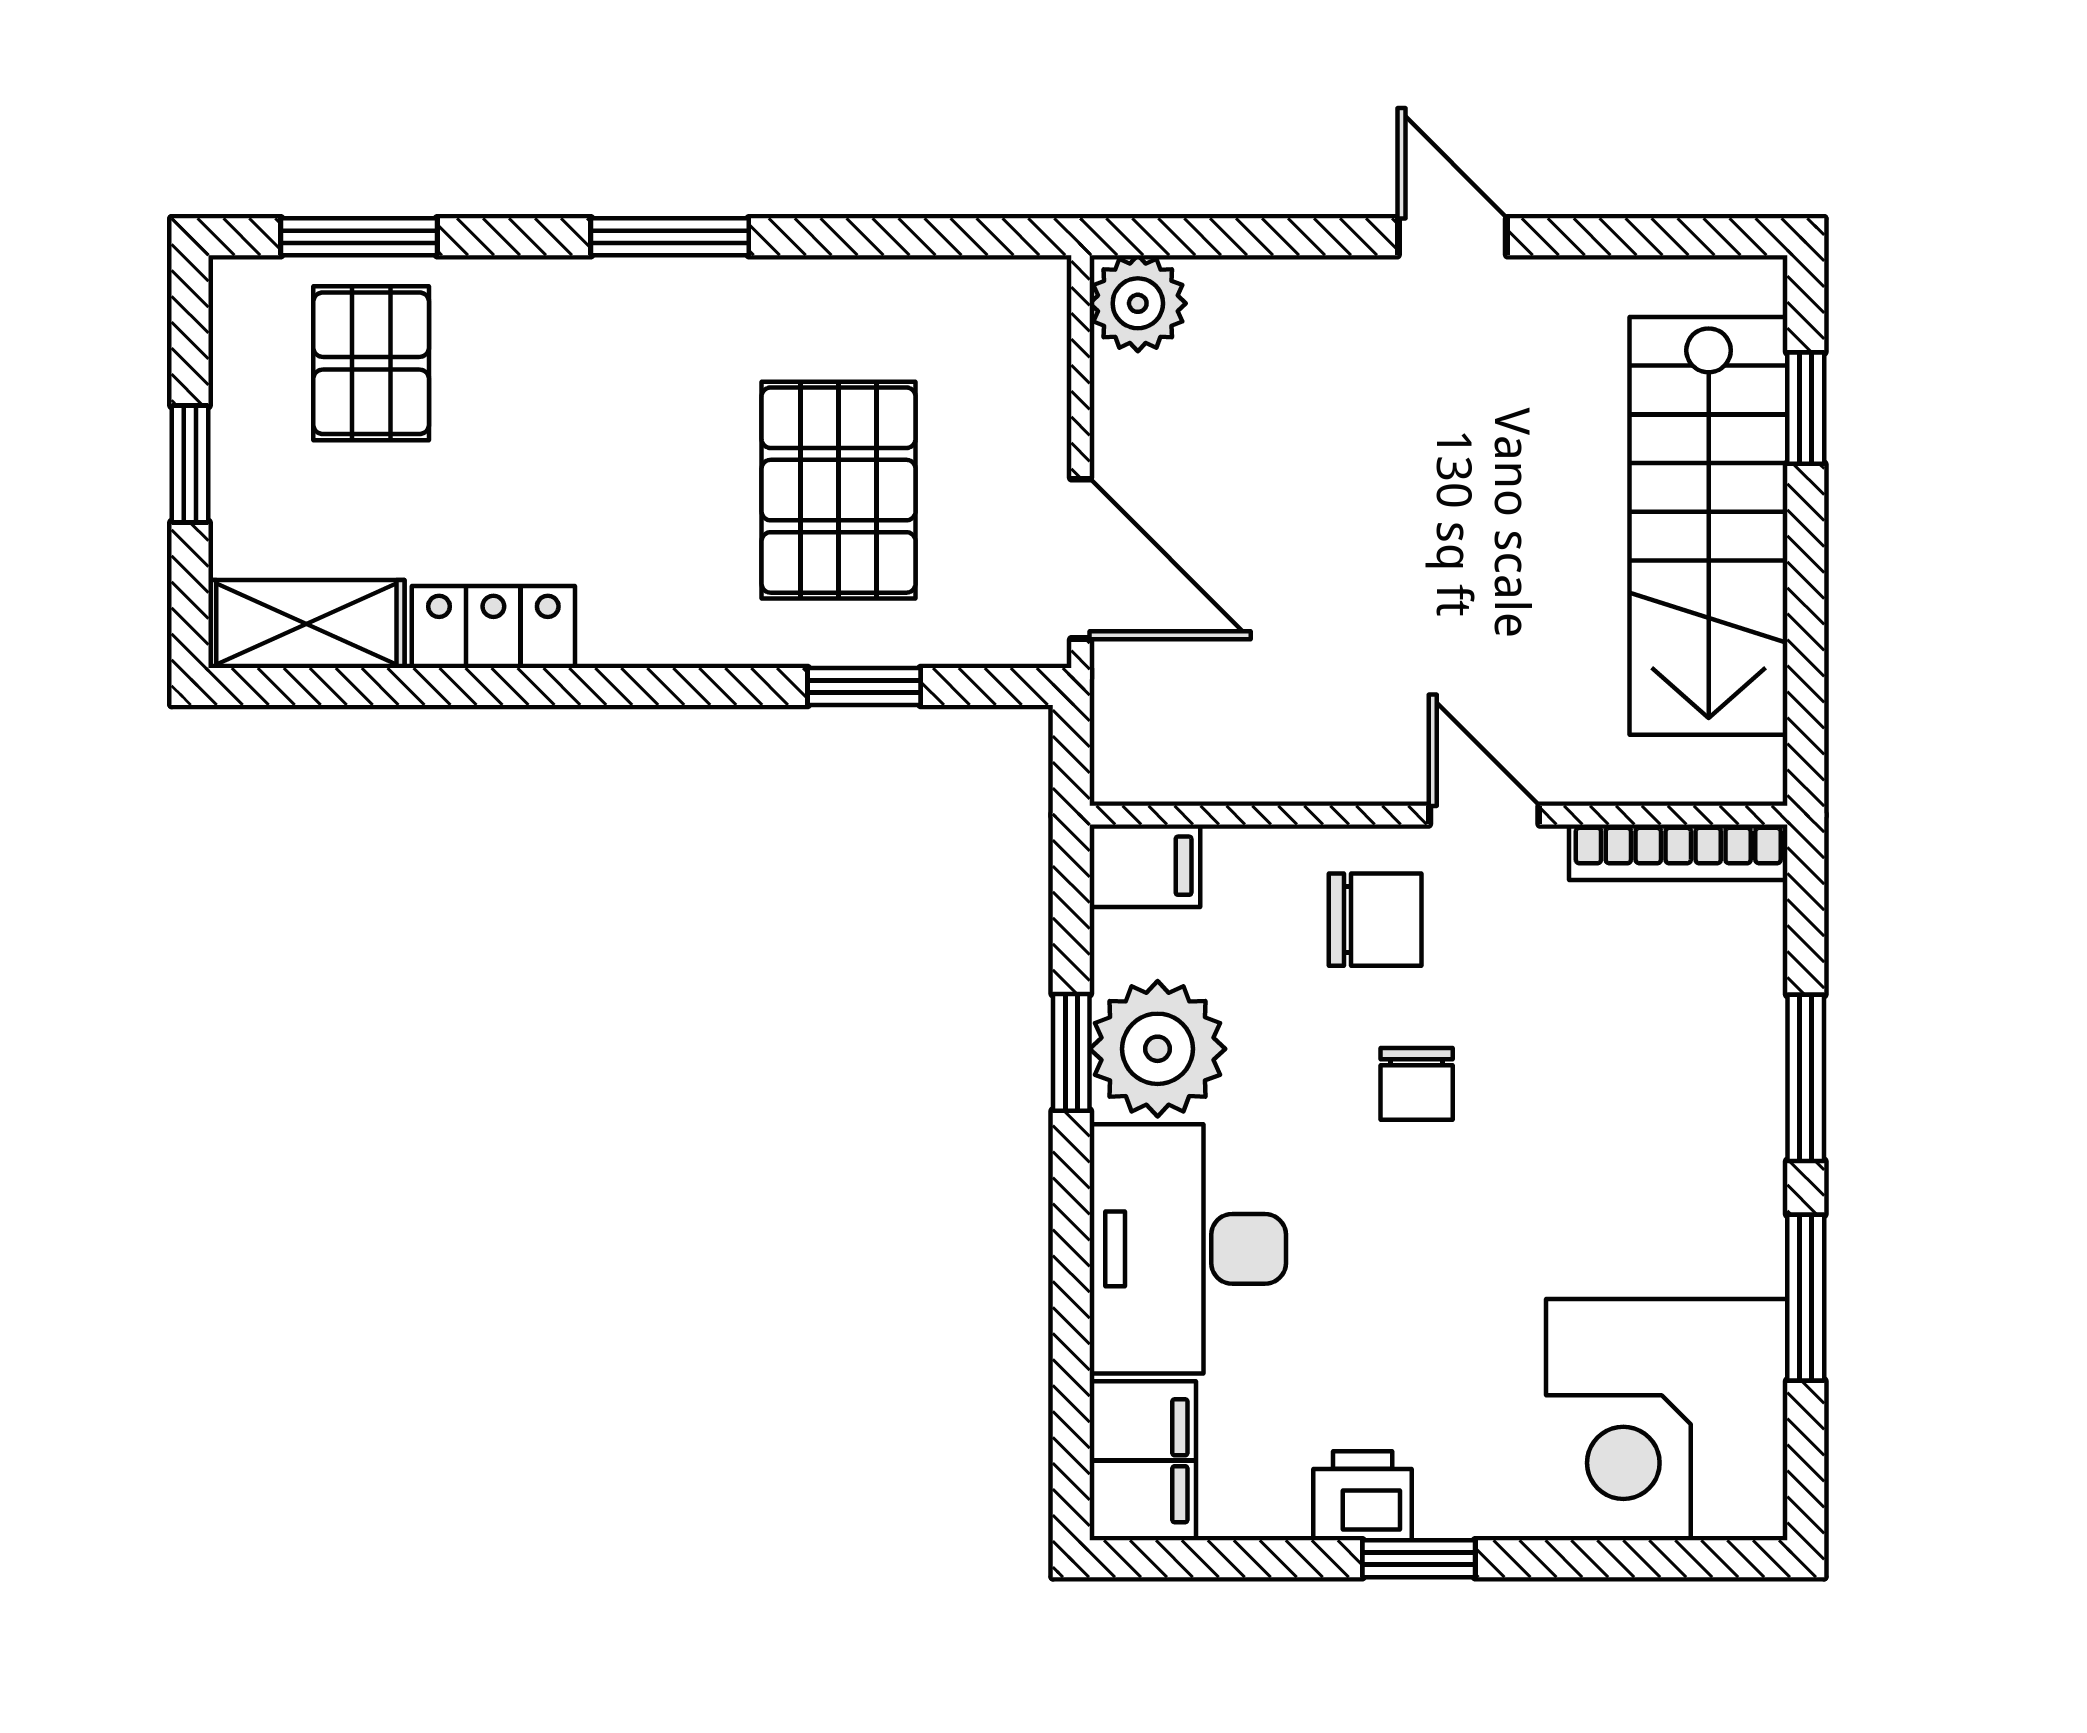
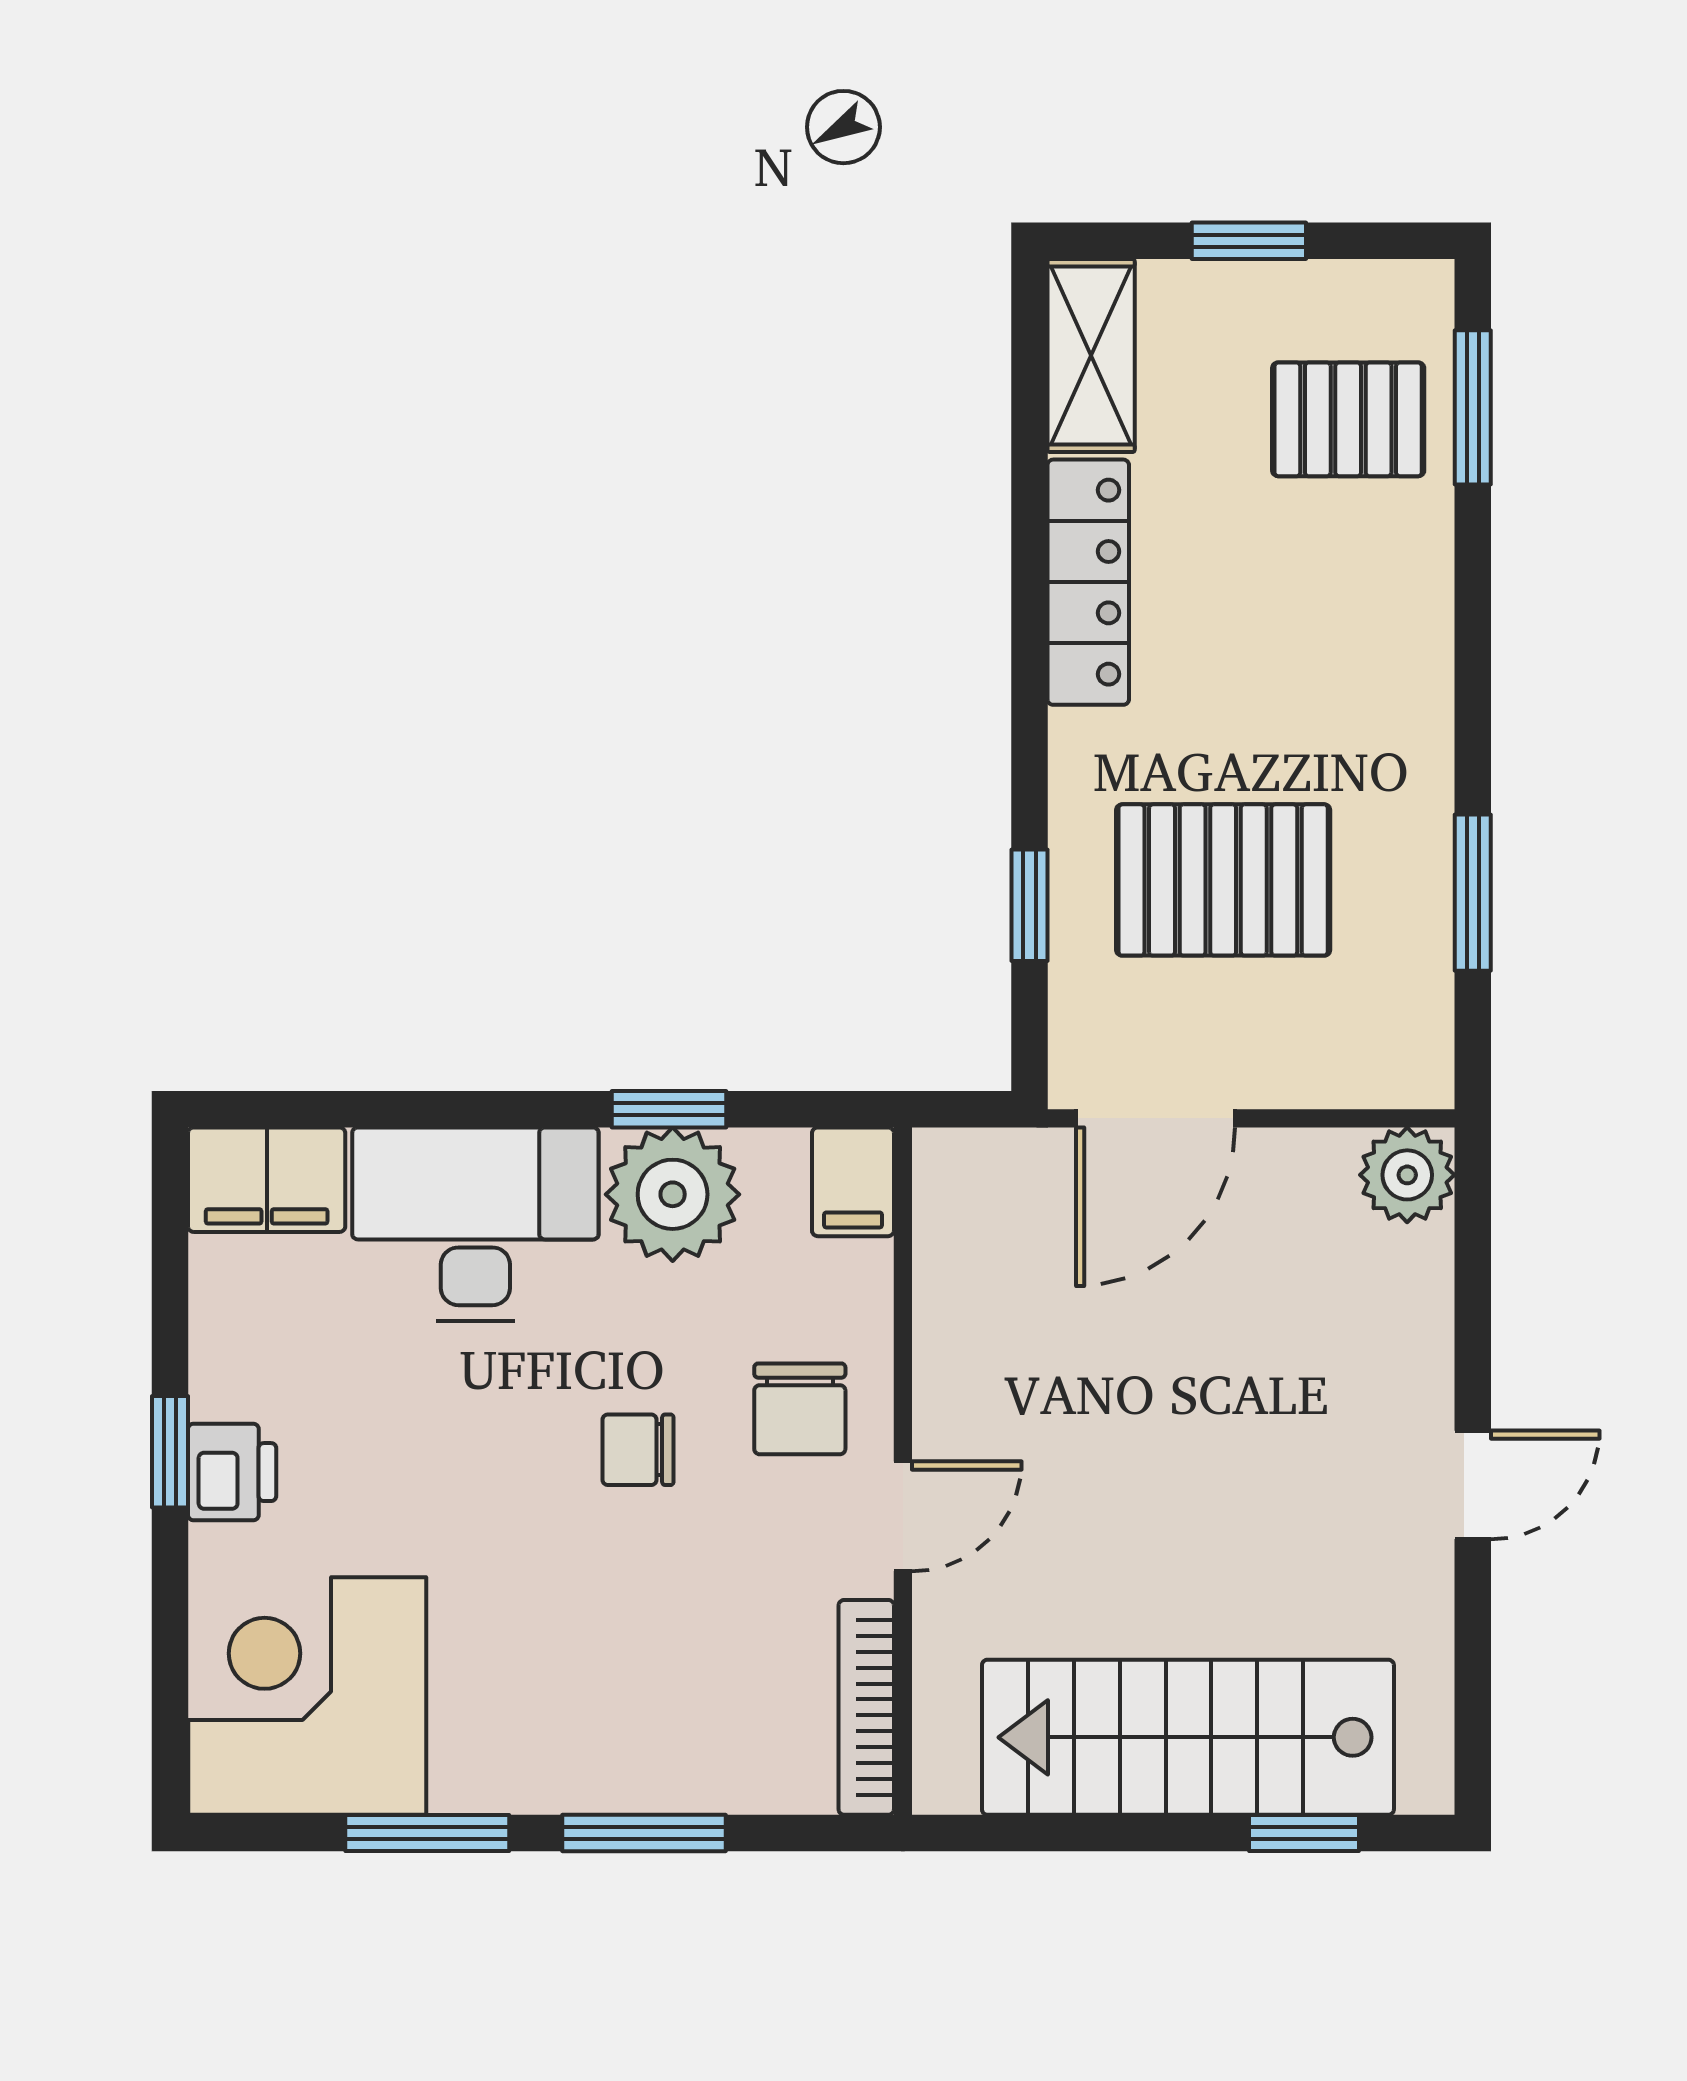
window: (670, 237) -> (1473, 893), moved
locker: (493, 627) -> (1088, 582), width x1.53
printer: (1363, 1496) -> (232, 1472), moved

